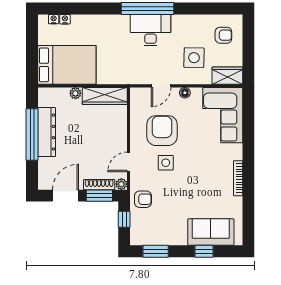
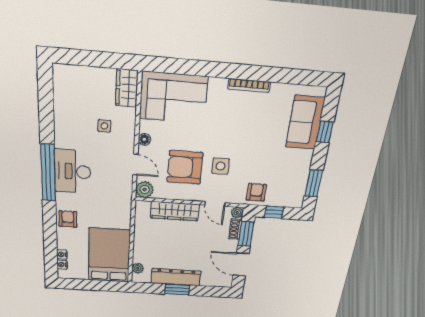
armchair: (223, 35) -> (68, 219), moved
side table: (194, 58) -> (104, 126), width x0.54, depth x0.54
plant: (75, 93) -> (138, 268), moved
plant: (138, 95) -> (145, 189), added
wardrobe: (105, 96) -> (175, 211), moved, turned 90
window: (32, 134) -> (177, 290), width x0.47
shoe rack: (99, 185) -> (235, 229), width x0.70

